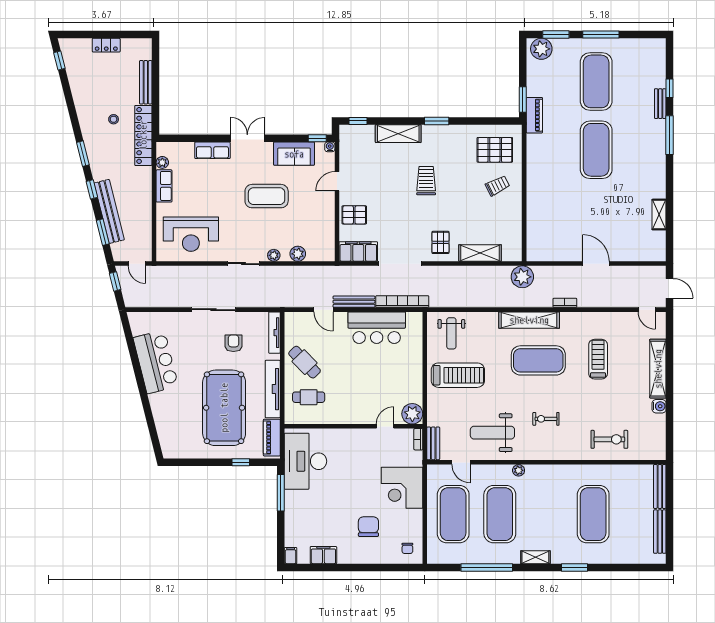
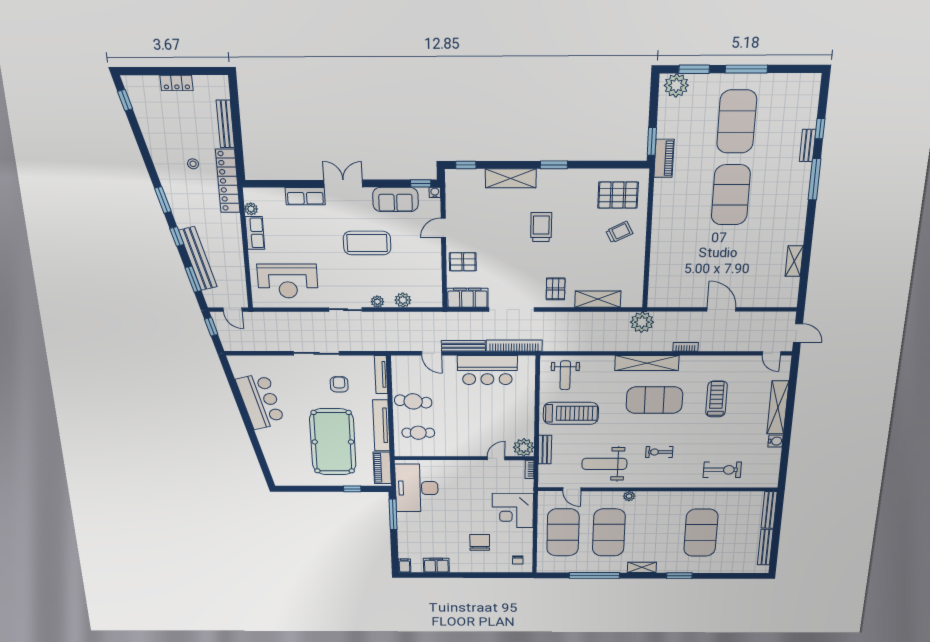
cafe table: (305, 362) -> (413, 401), turned -40
bench: (433, 443) -> (545, 450), moved

